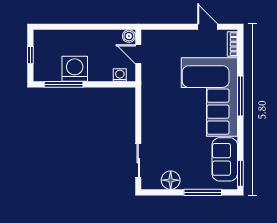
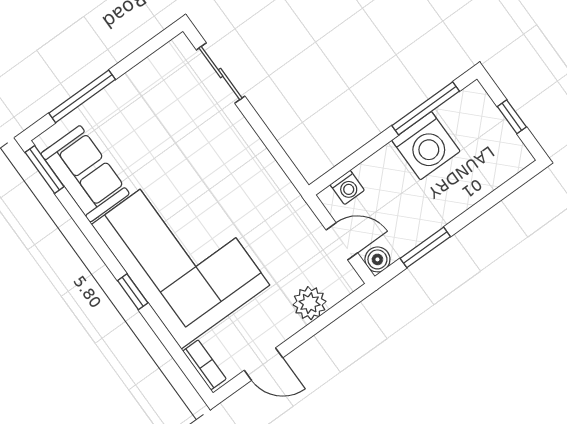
window: (105, 27) -> (425, 247), added
plant: (170, 38) -> (310, 303), added
window: (240, 96) -> (133, 292), width x0.46
floor lamp: (171, 180) -> (147, 79), removed

